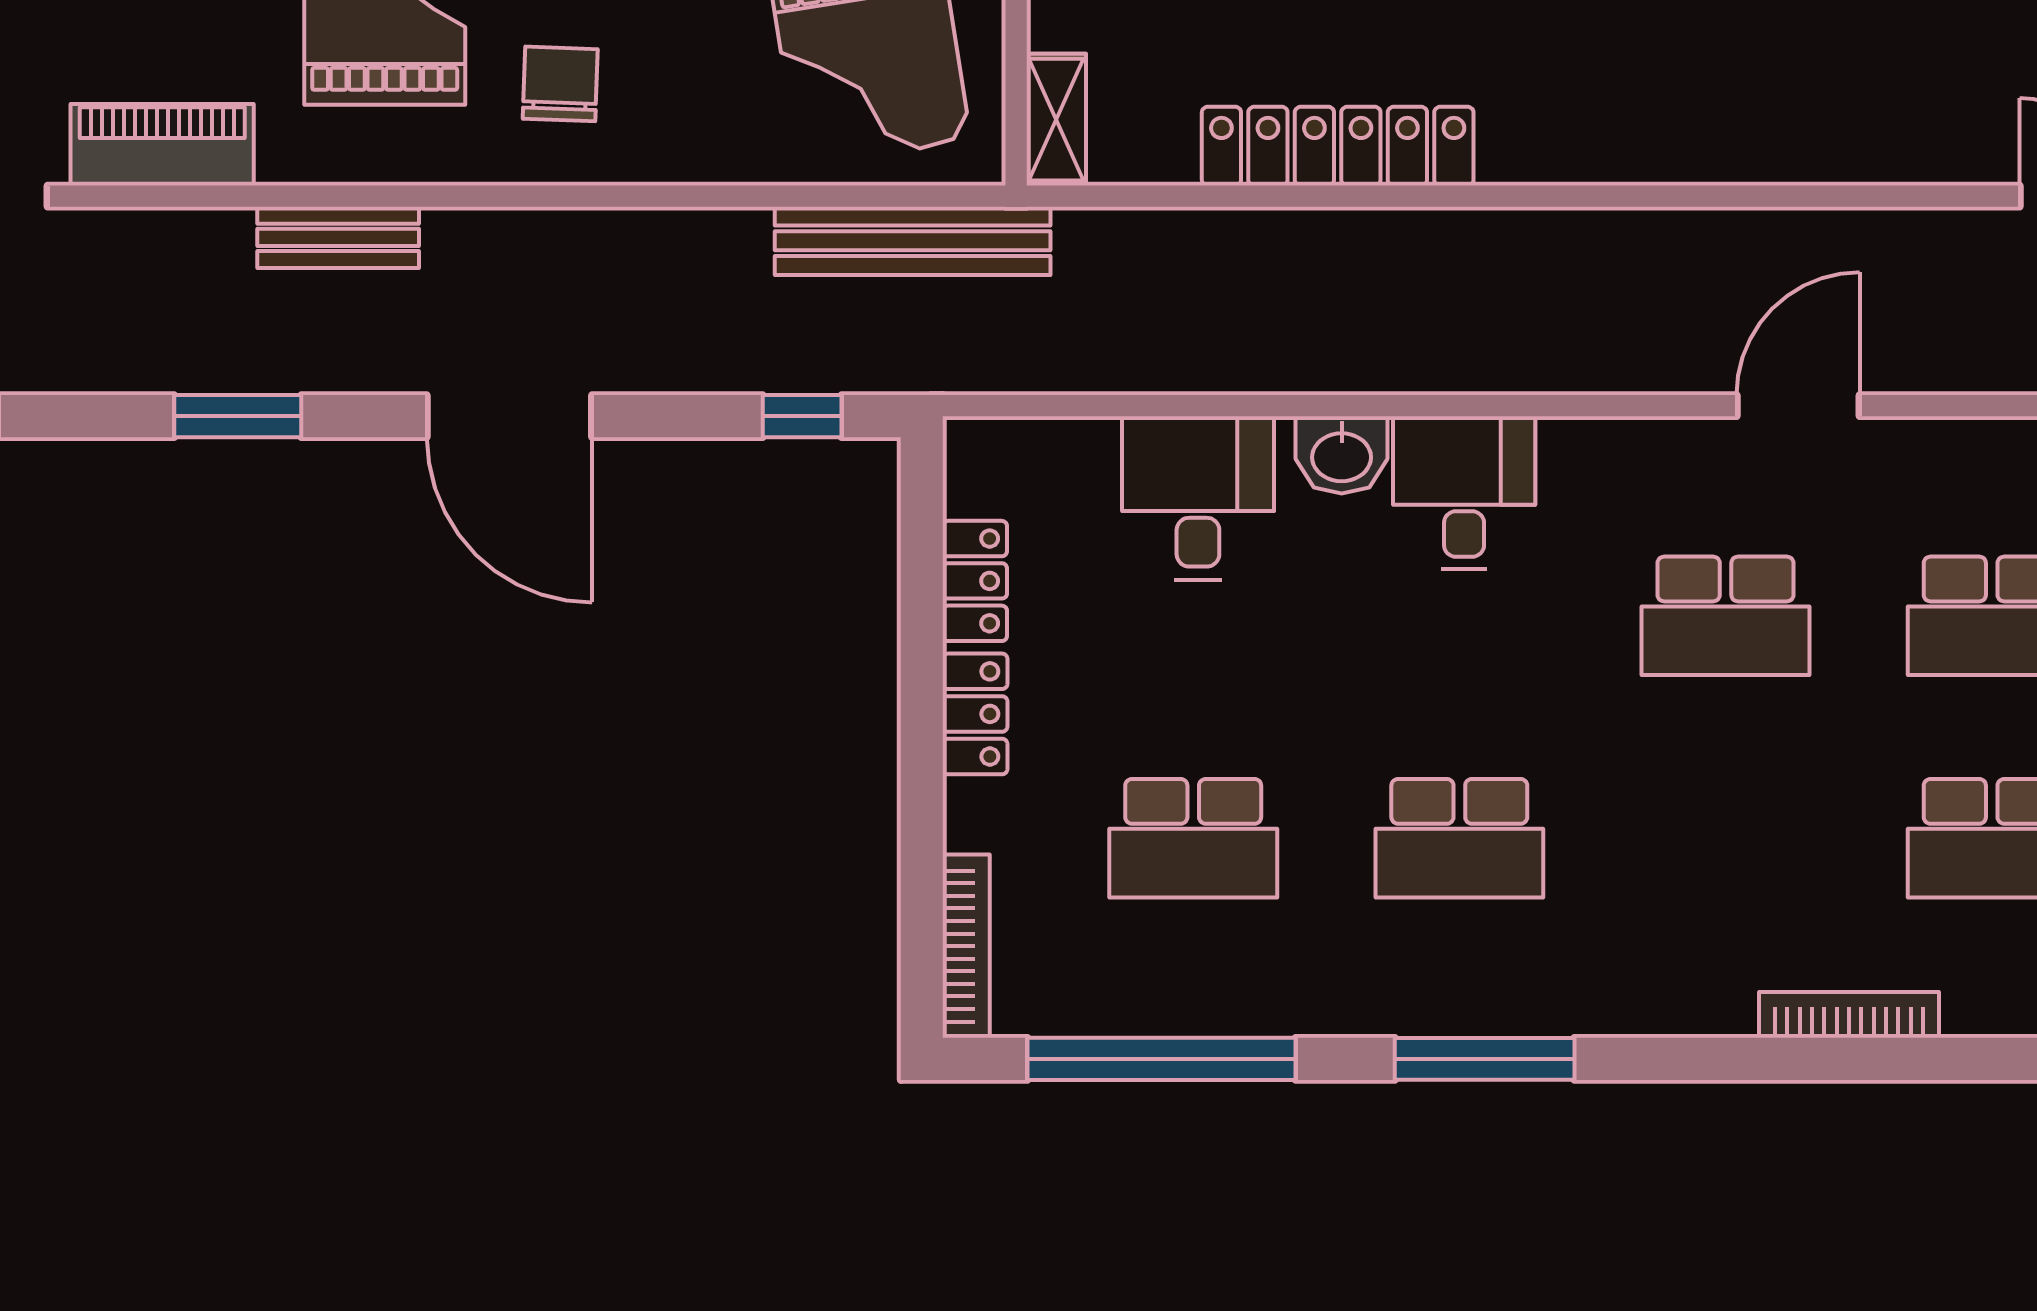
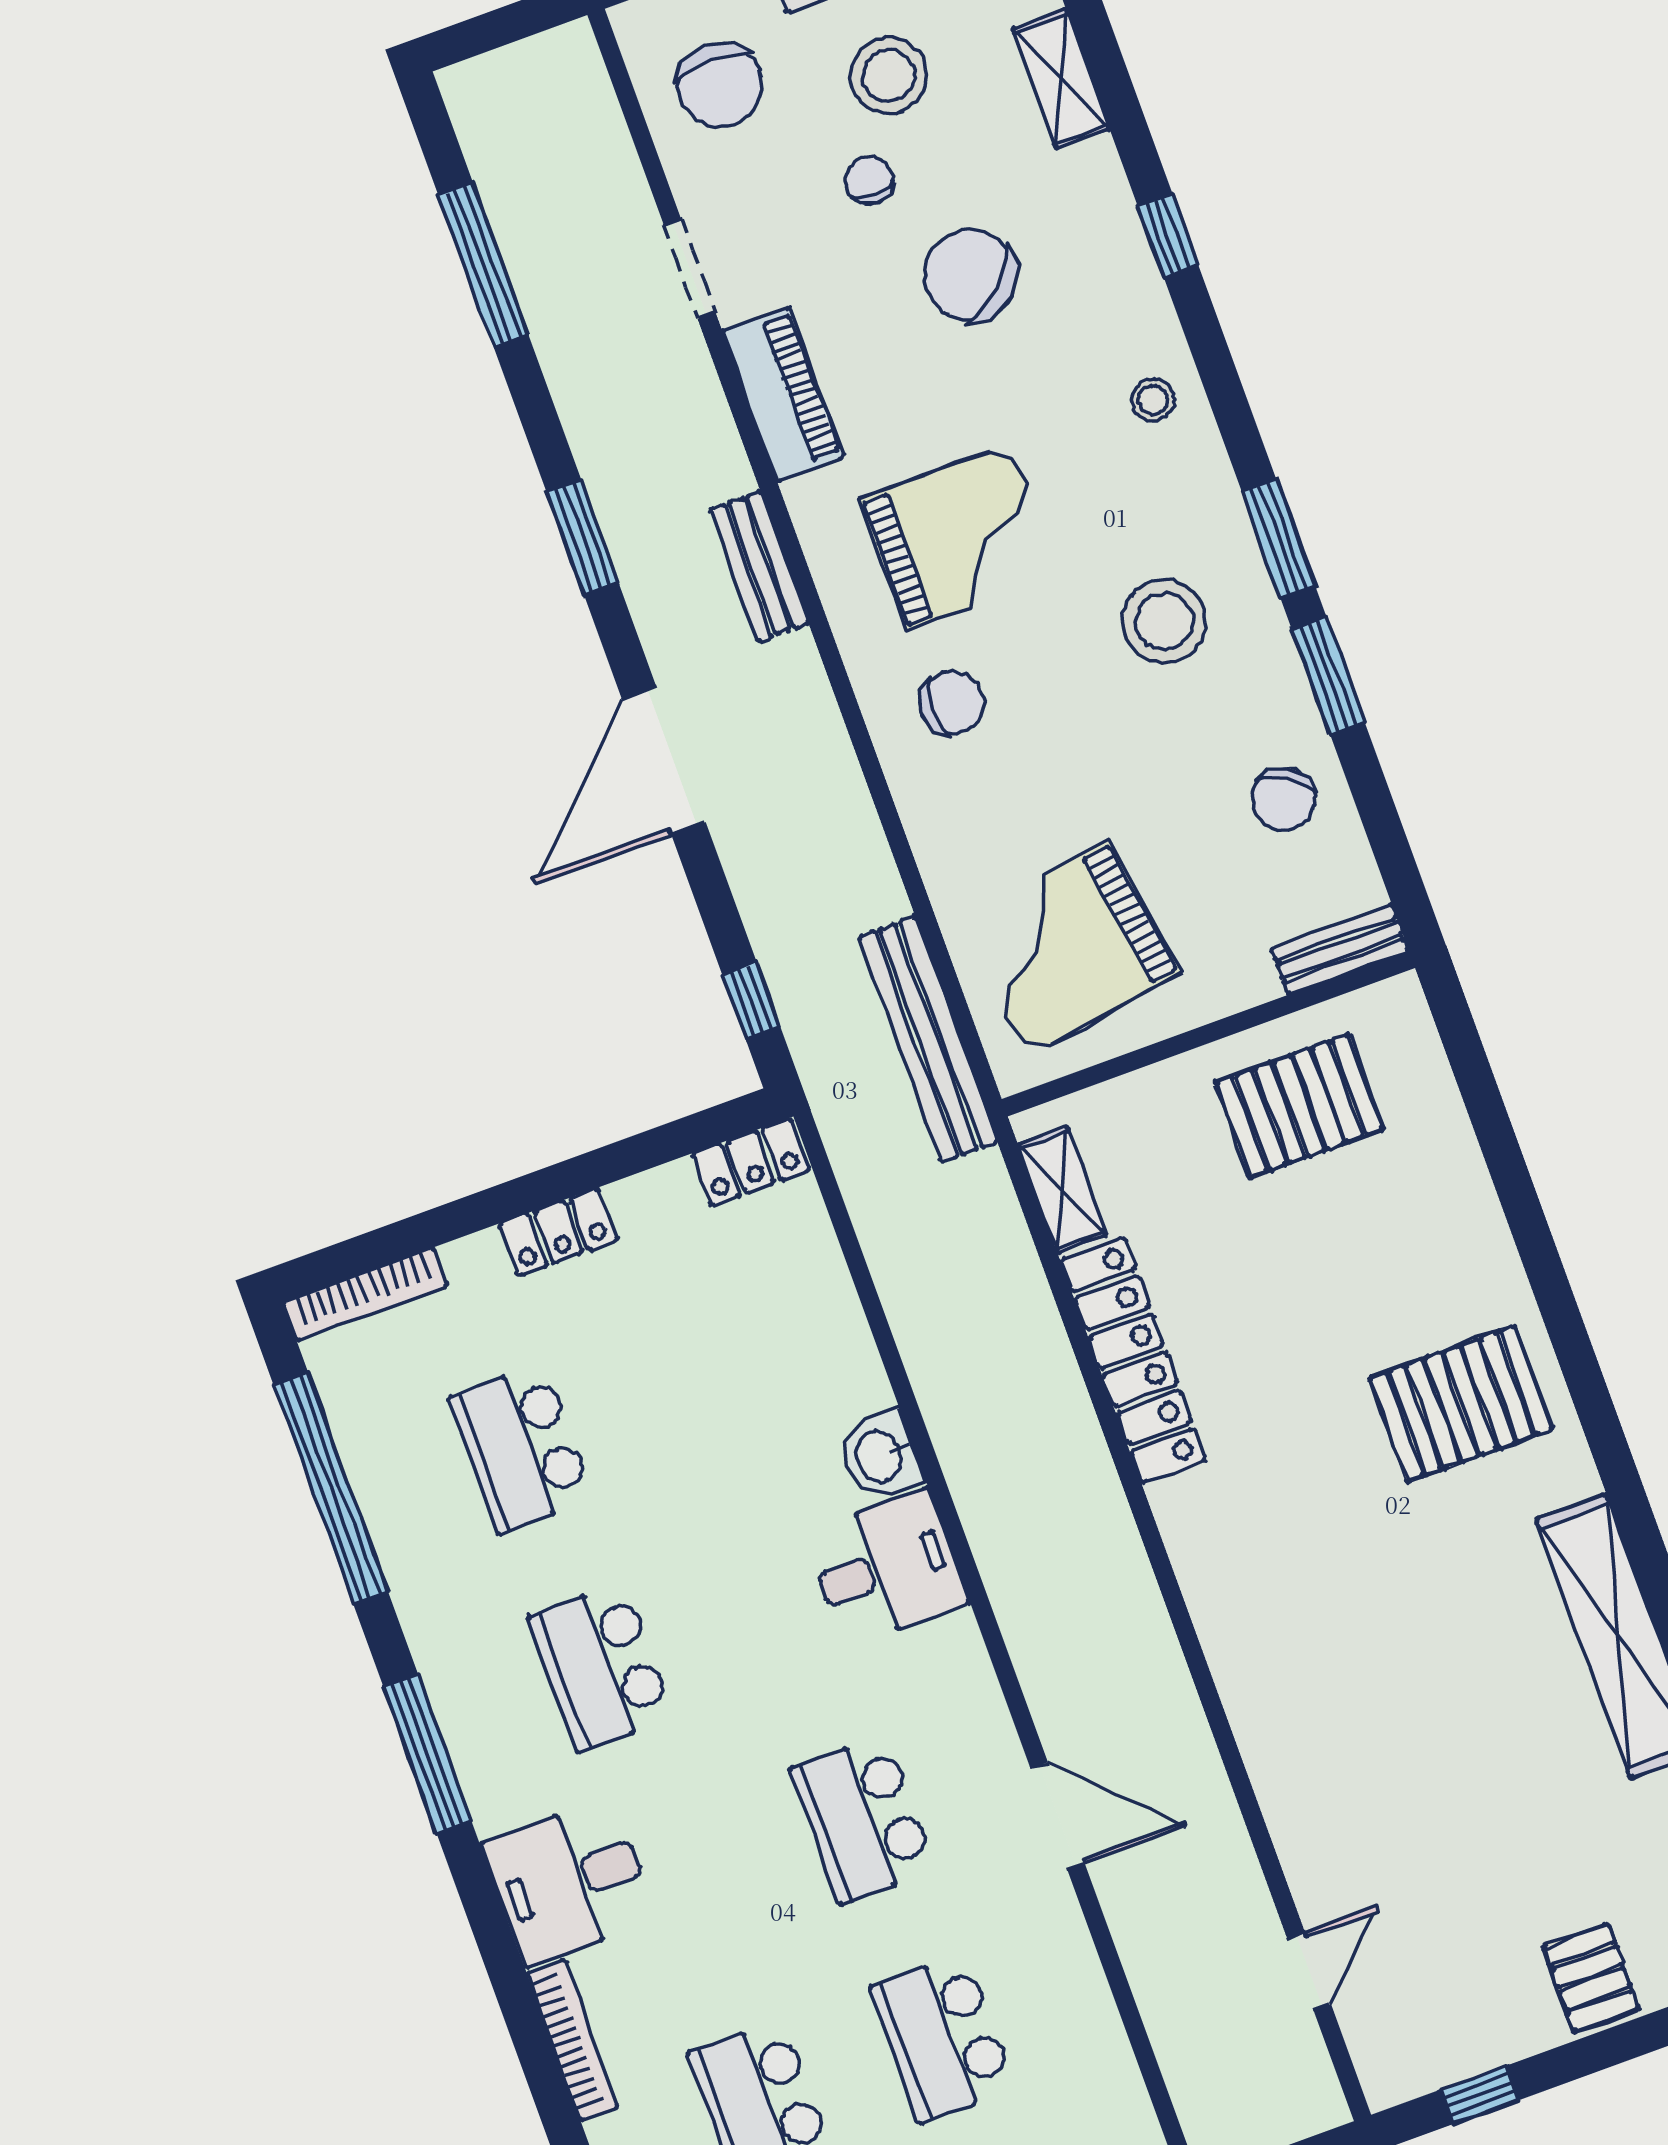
shelving: (1056, 120) -> (1062, 1190), moved, turned 90
desk: (1198, 498) -> (570, 1882), moved, turned 180
locker: (975, 581) -> (751, 1162), moved

